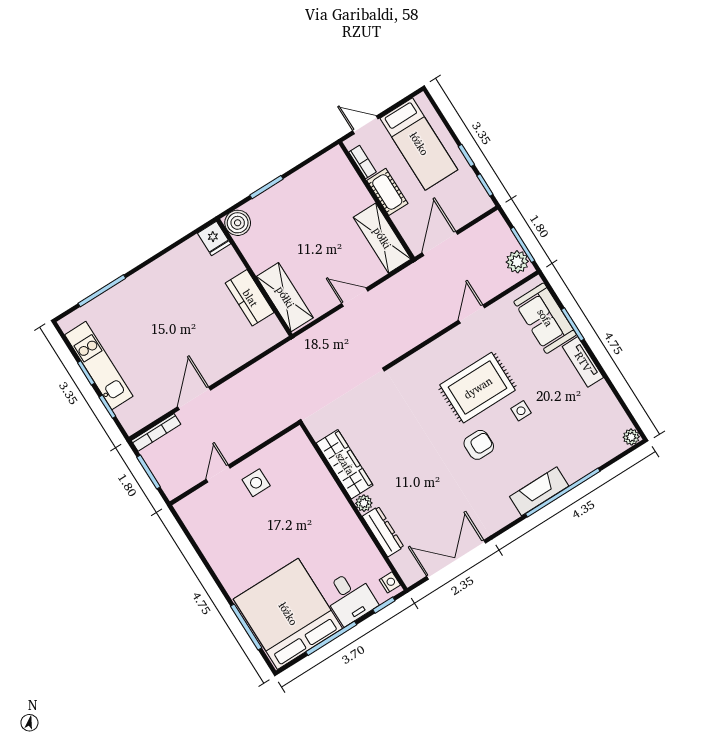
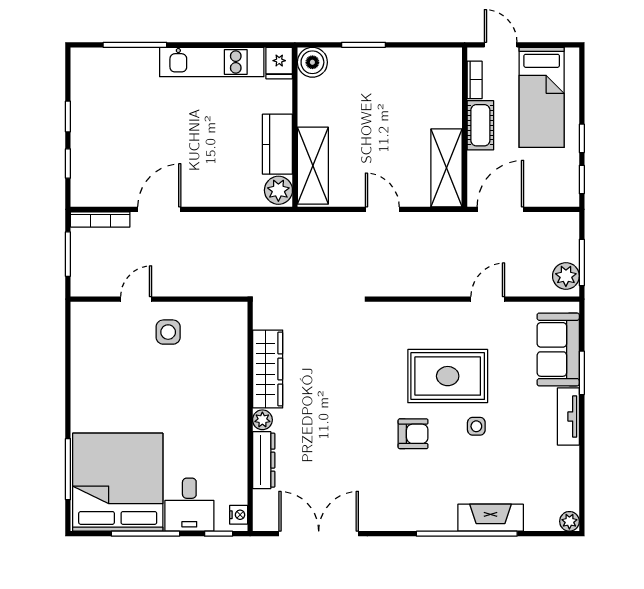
plant: (271, 330) -> (278, 190), added
kitchen unit: (99, 366) -> (212, 62), moved, turned 90
fireplace: (539, 491) -> (491, 518), moved

